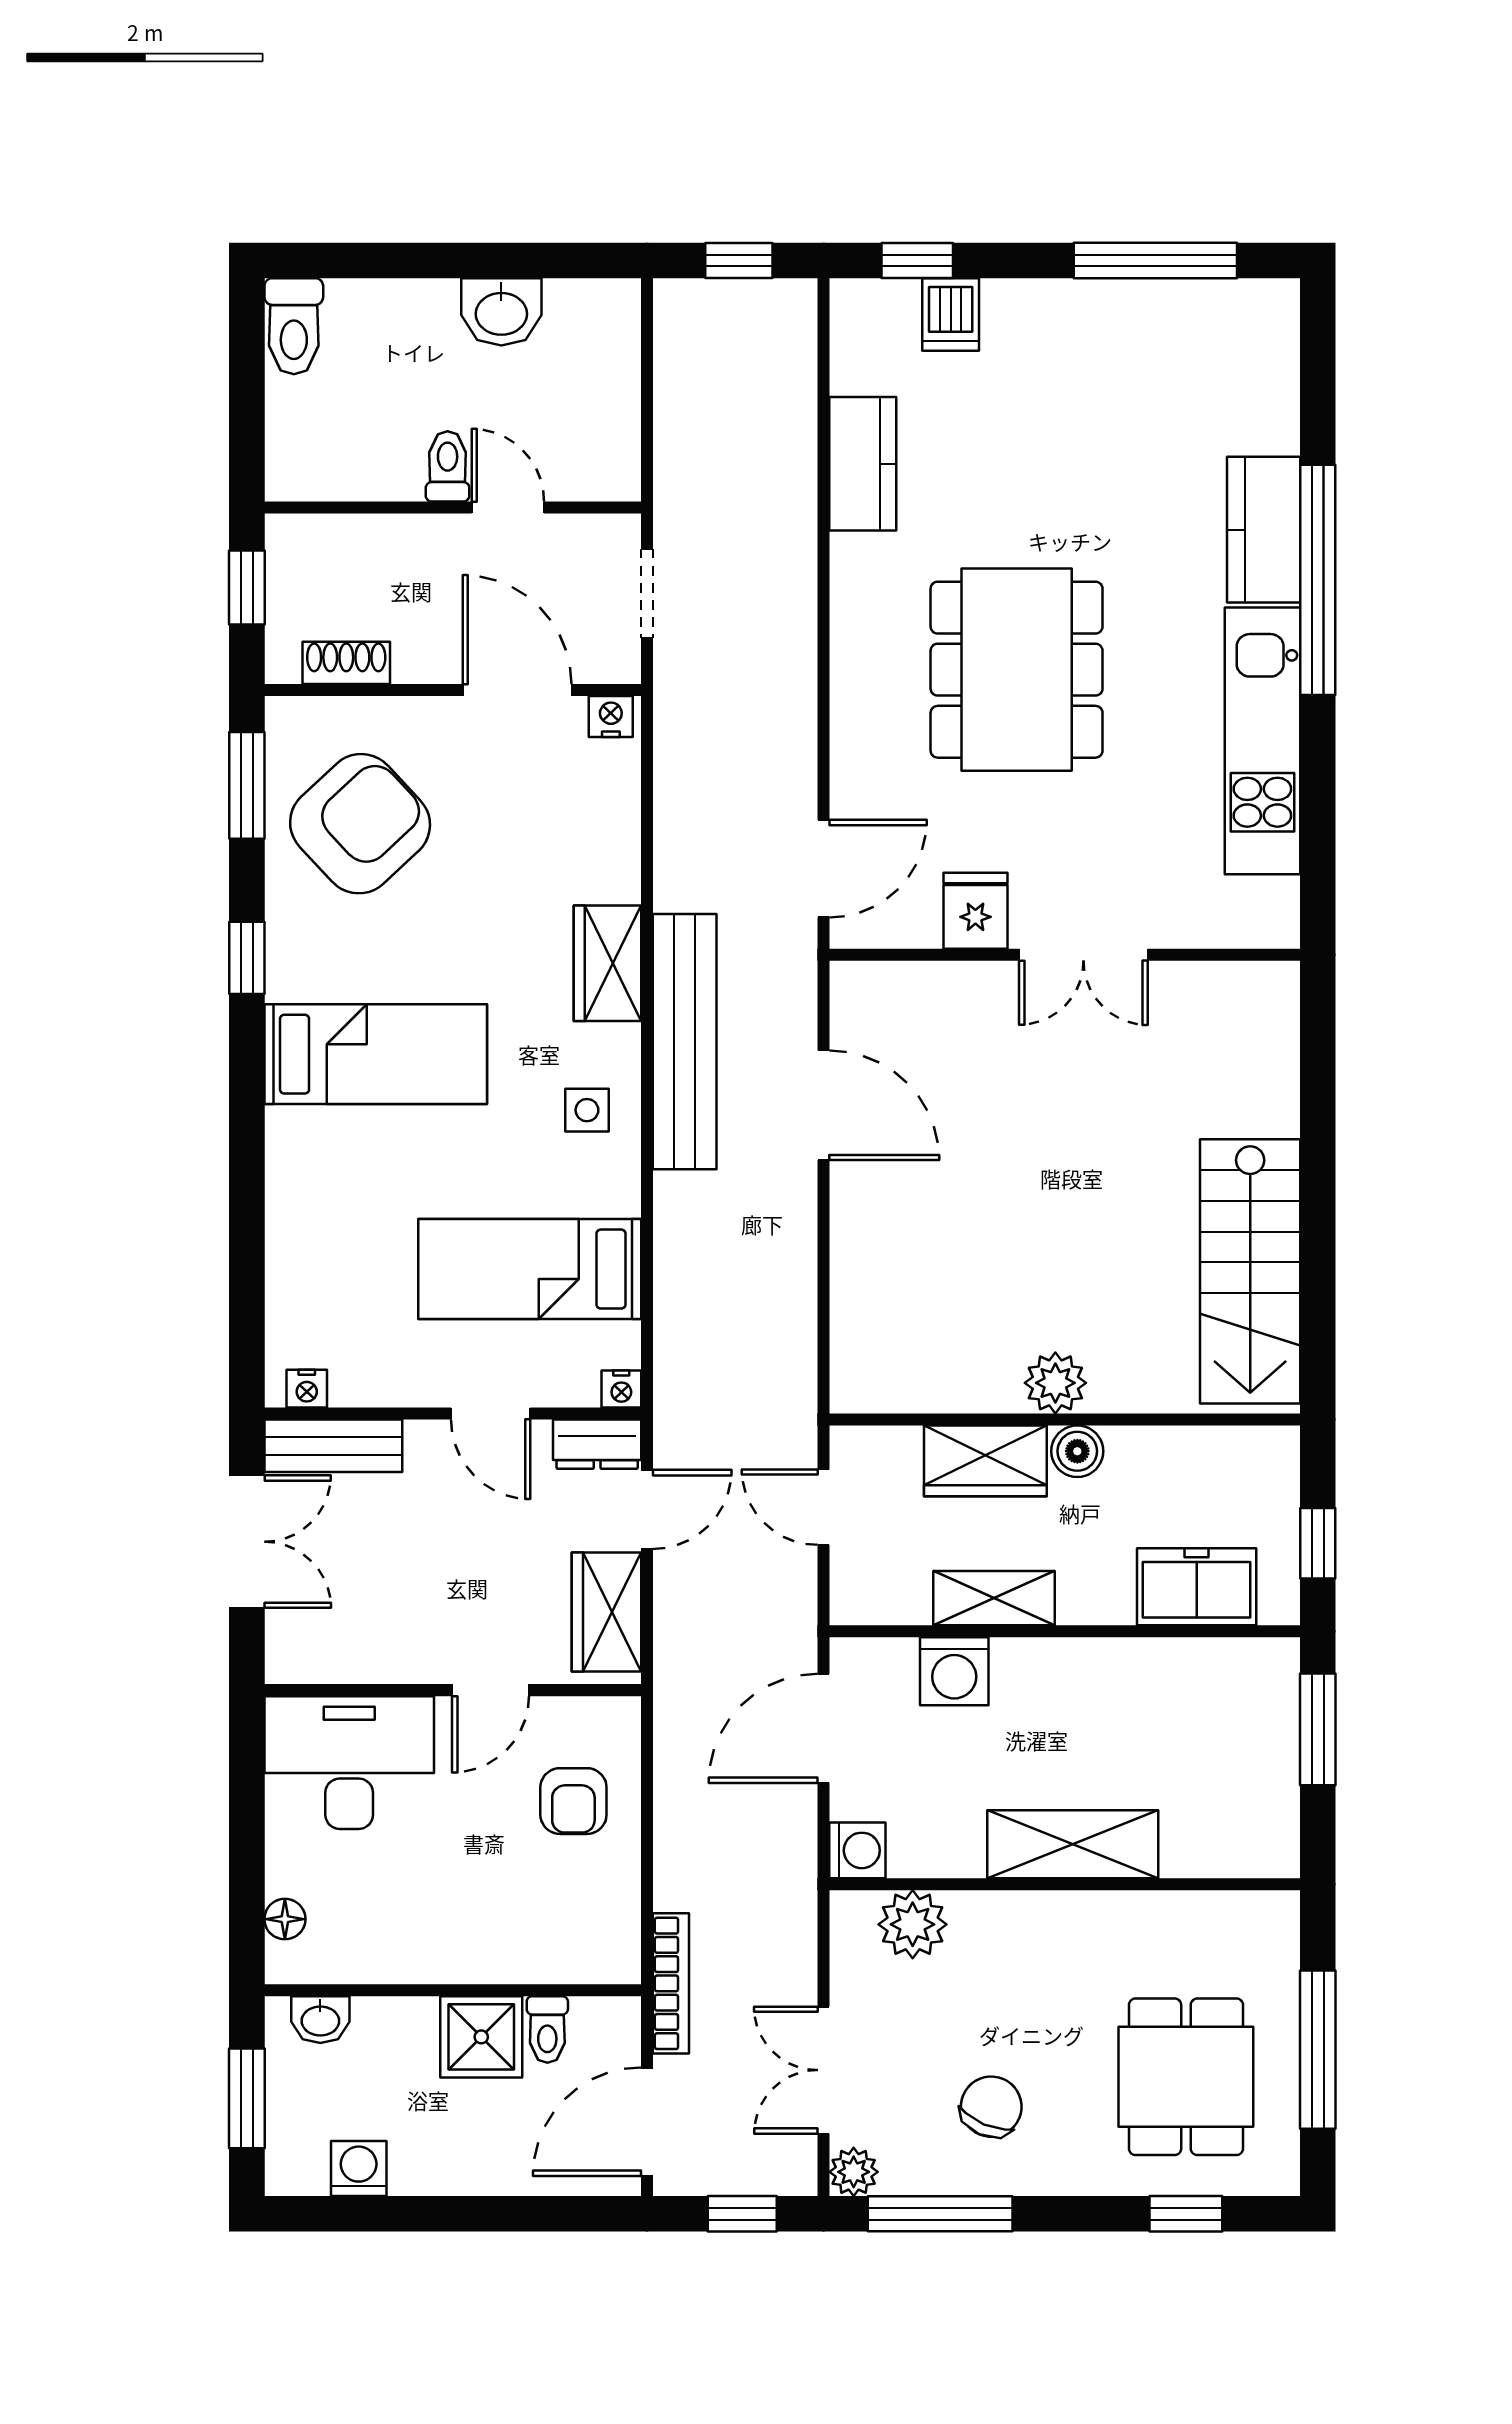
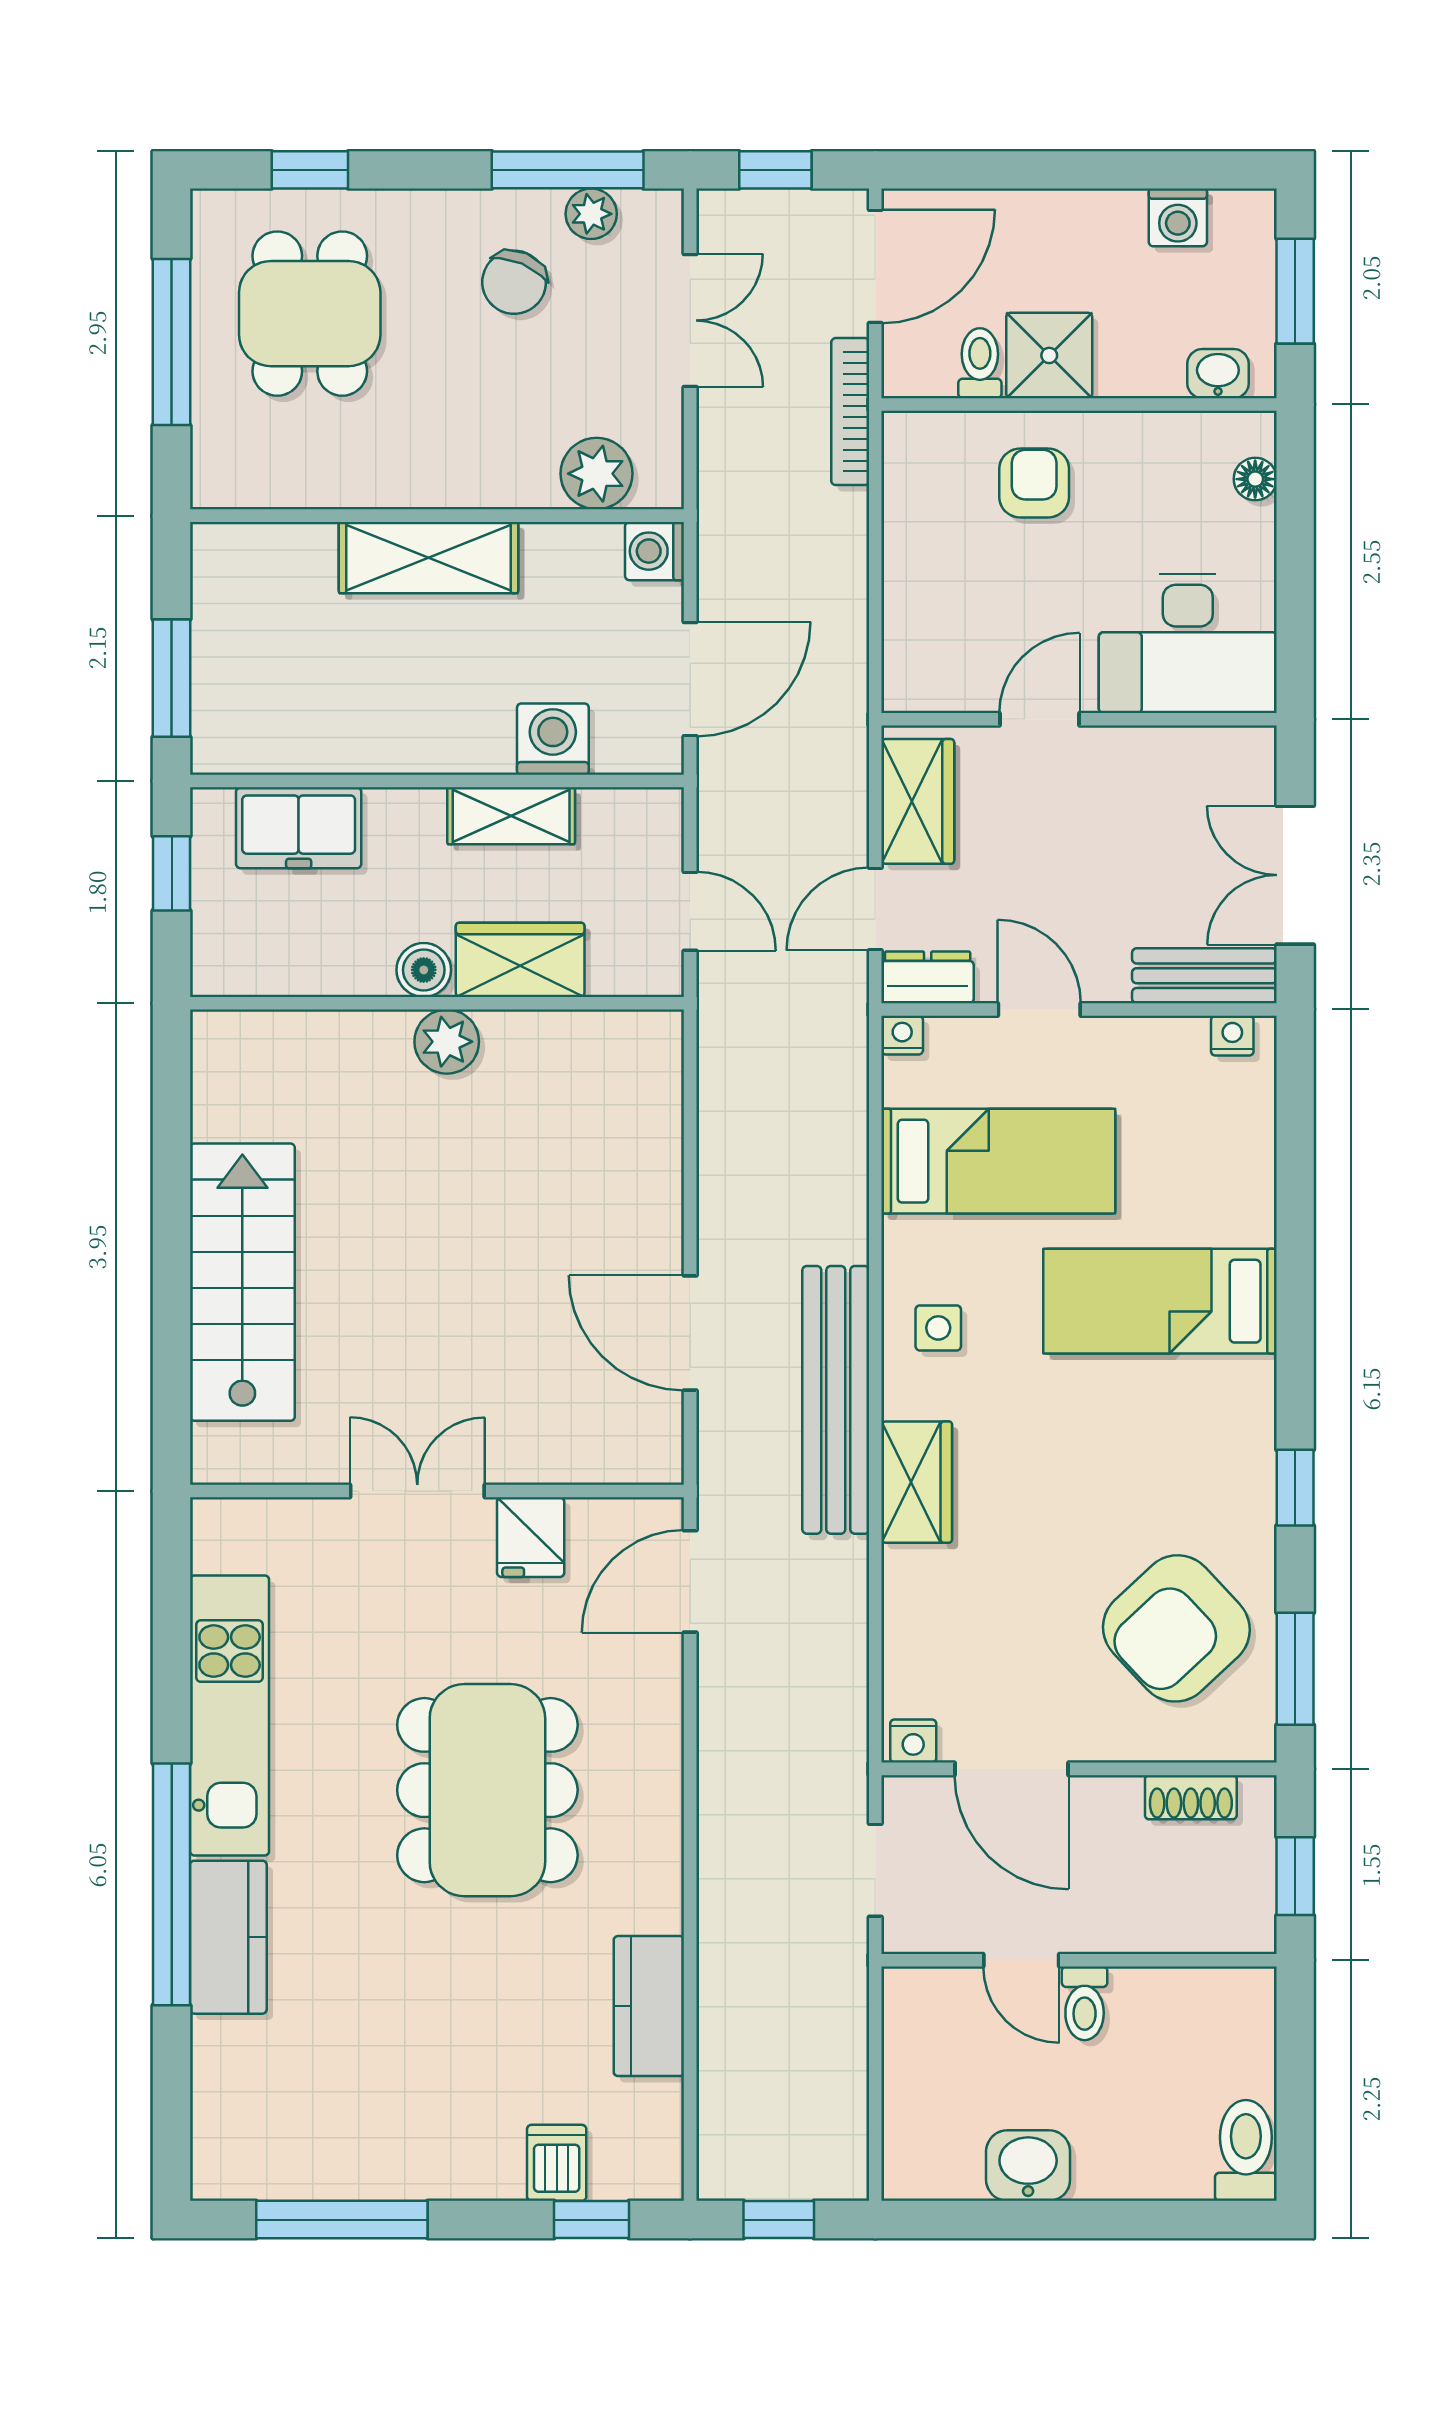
bed: (376, 1054) -> (1160, 1301), moved
stairs: (1250, 1271) -> (242, 1282), moved
armchair: (573, 1801) -> (1034, 483), moved
plant: (854, 2172) -> (591, 214), moved

